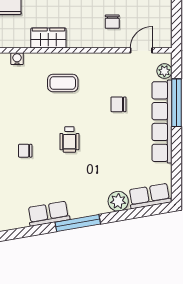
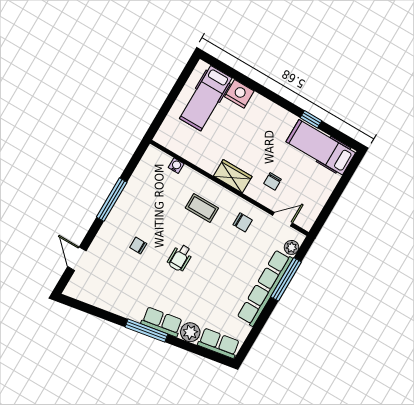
wardrobe: (48, 38) -> (233, 176), moved
chair: (119, 104) -> (243, 222), moved, turned 180
row of seats: (49, 214) -> (162, 322), moved

